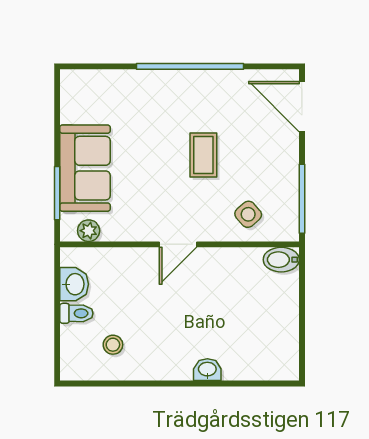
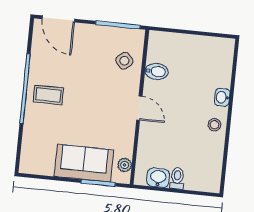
door: (302, 107) -> (58, 19), hinge flipped
coffee table: (203, 155) -> (48, 95), moved
bidet: (281, 260) -> (157, 71), moved, turned -90
stool: (113, 345) -> (214, 125), moved

